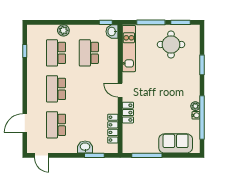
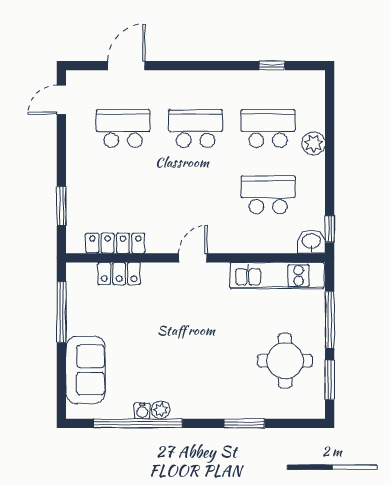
locker: (128, 113) -> (119, 274), moved
door: (25, 123) -> (126, 66), hinge flipped
washbasin: (85, 147) -> (78, 187), removed

